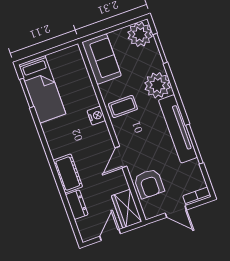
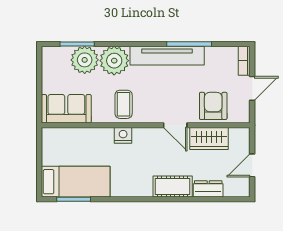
plant: (140, 34) -> (85, 60), moved
armchair: (149, 184) -> (213, 106), turned -90
wardrobe: (127, 209) -> (209, 139), moved
door: (110, 235) -> (252, 165), hinge flipped

